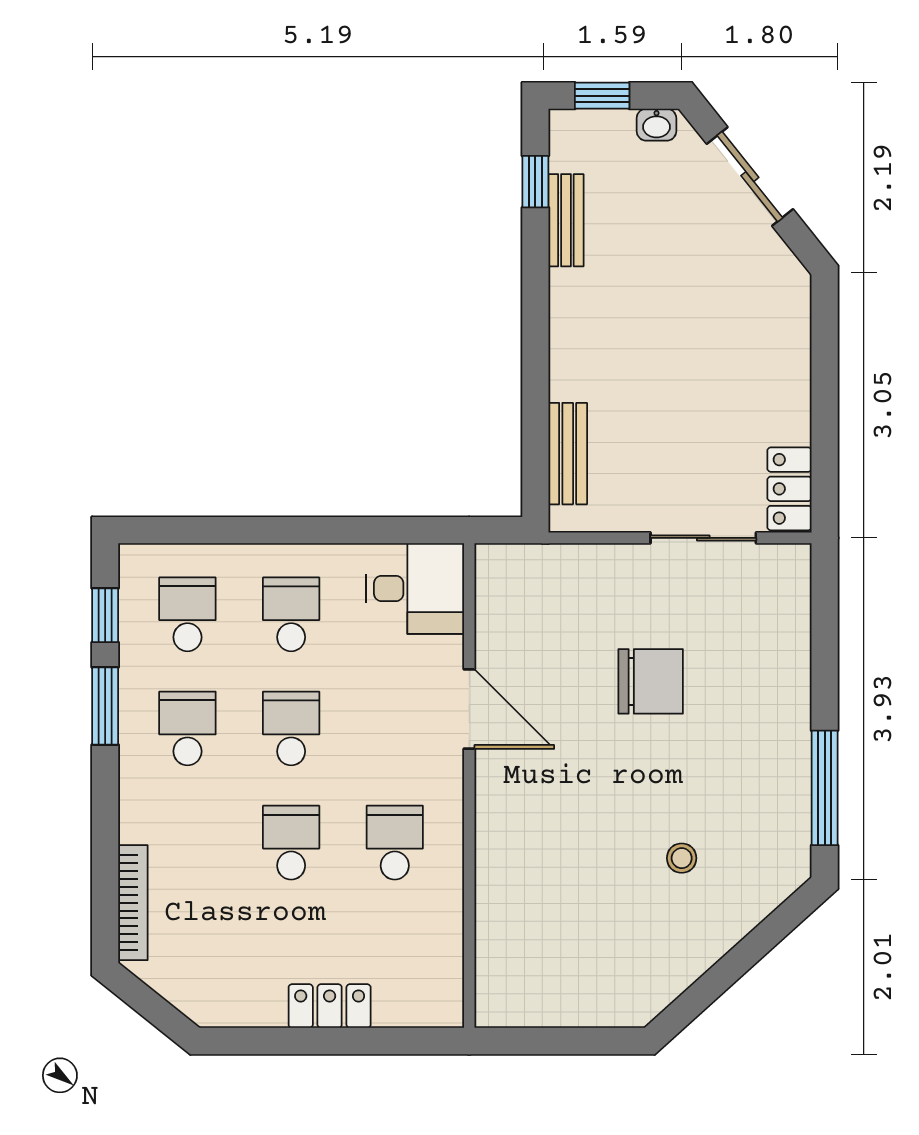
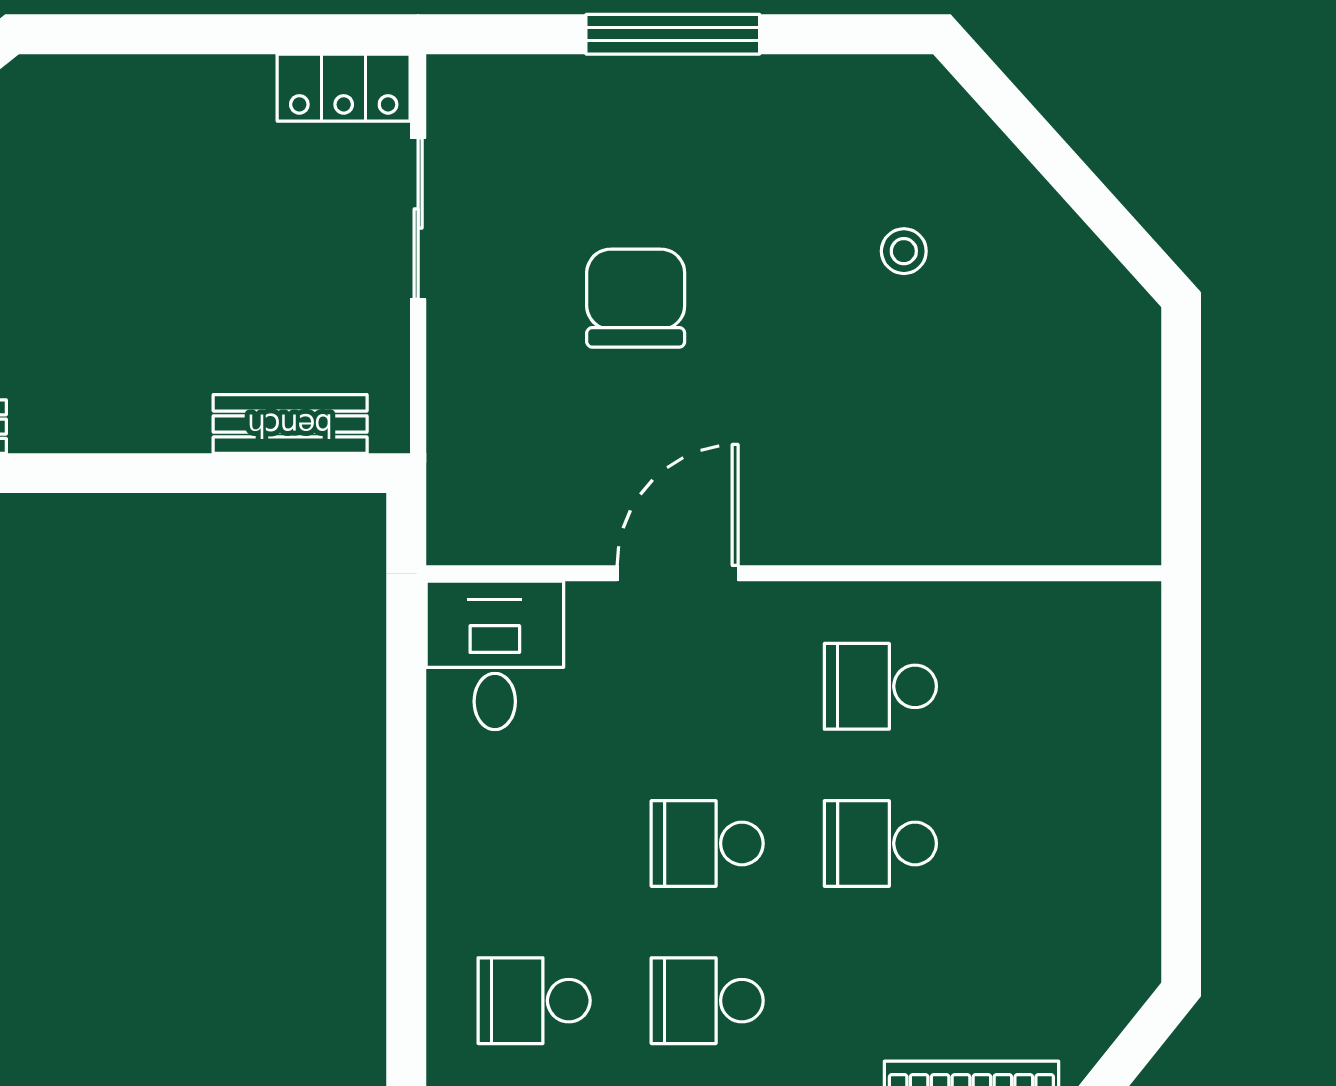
school desk: (291, 614) -> (534, 843), removed
window: (825, 788) -> (673, 34), moved
locker: (330, 1006) -> (1128, 785), removed

